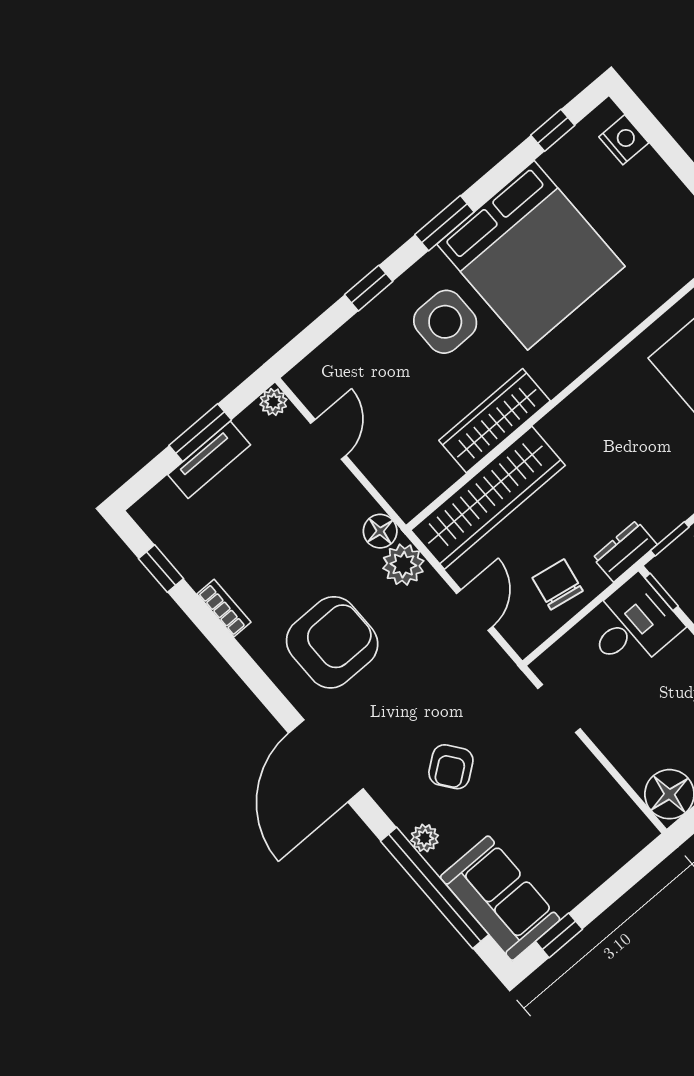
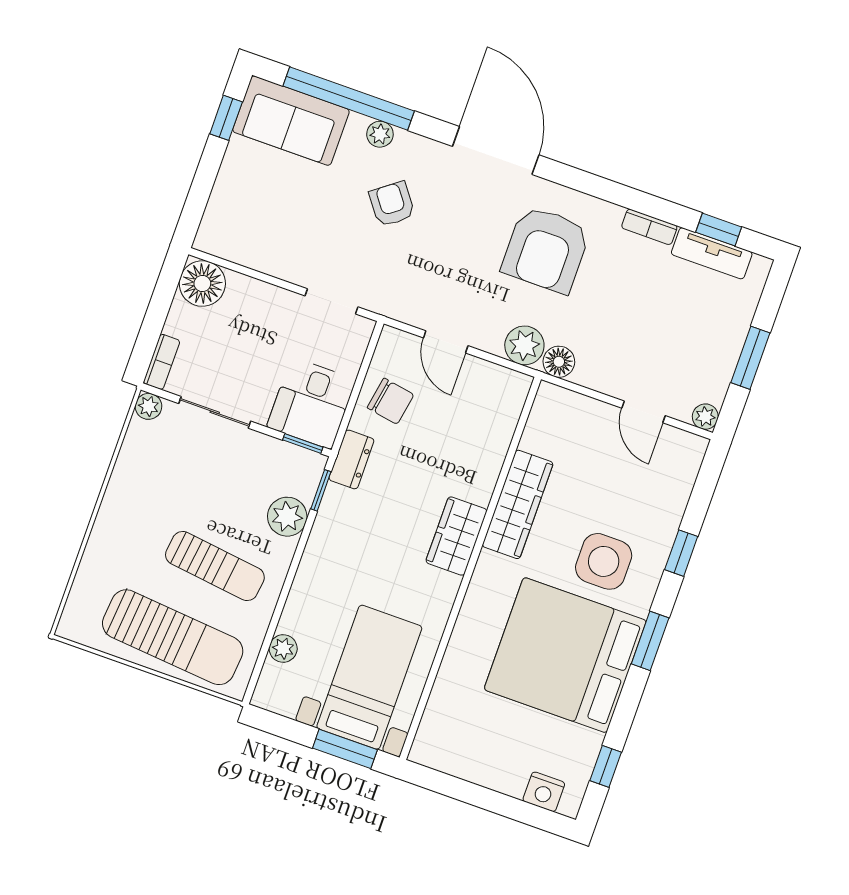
tv unit: (209, 460) -> (712, 253), moved, turned -90
wardrobe: (488, 498) -> (456, 536), moved, width x0.48, depth x0.85

